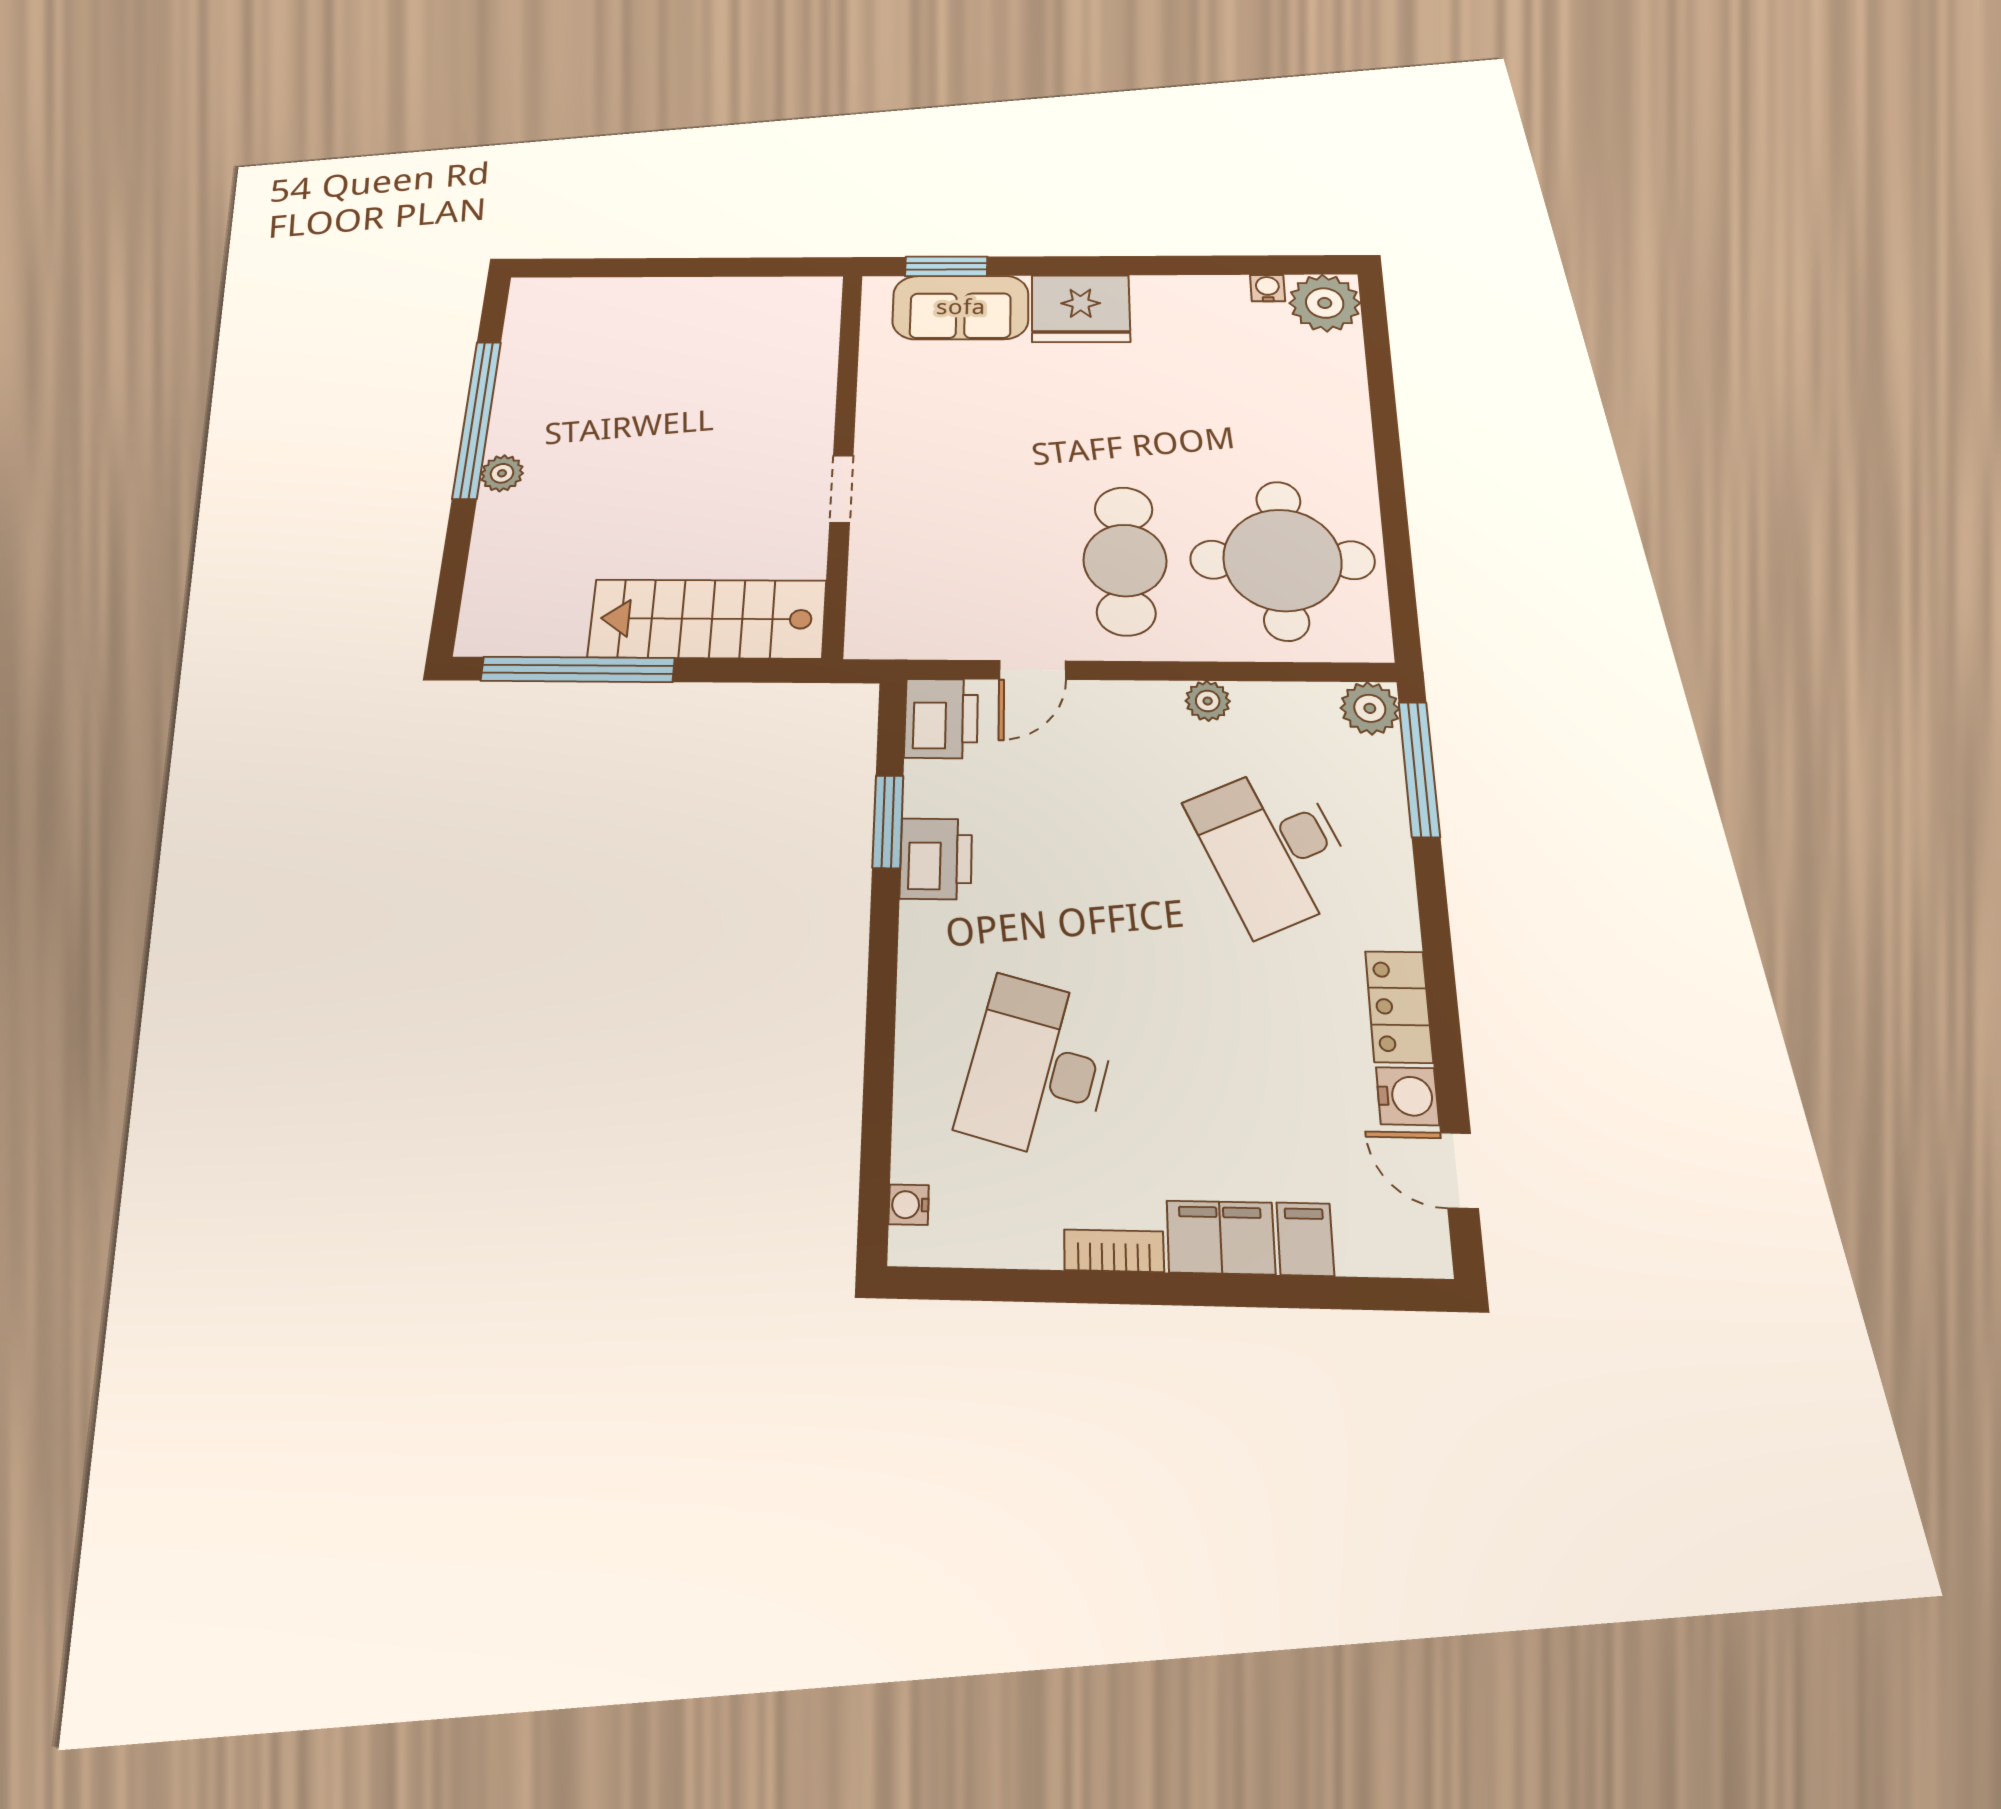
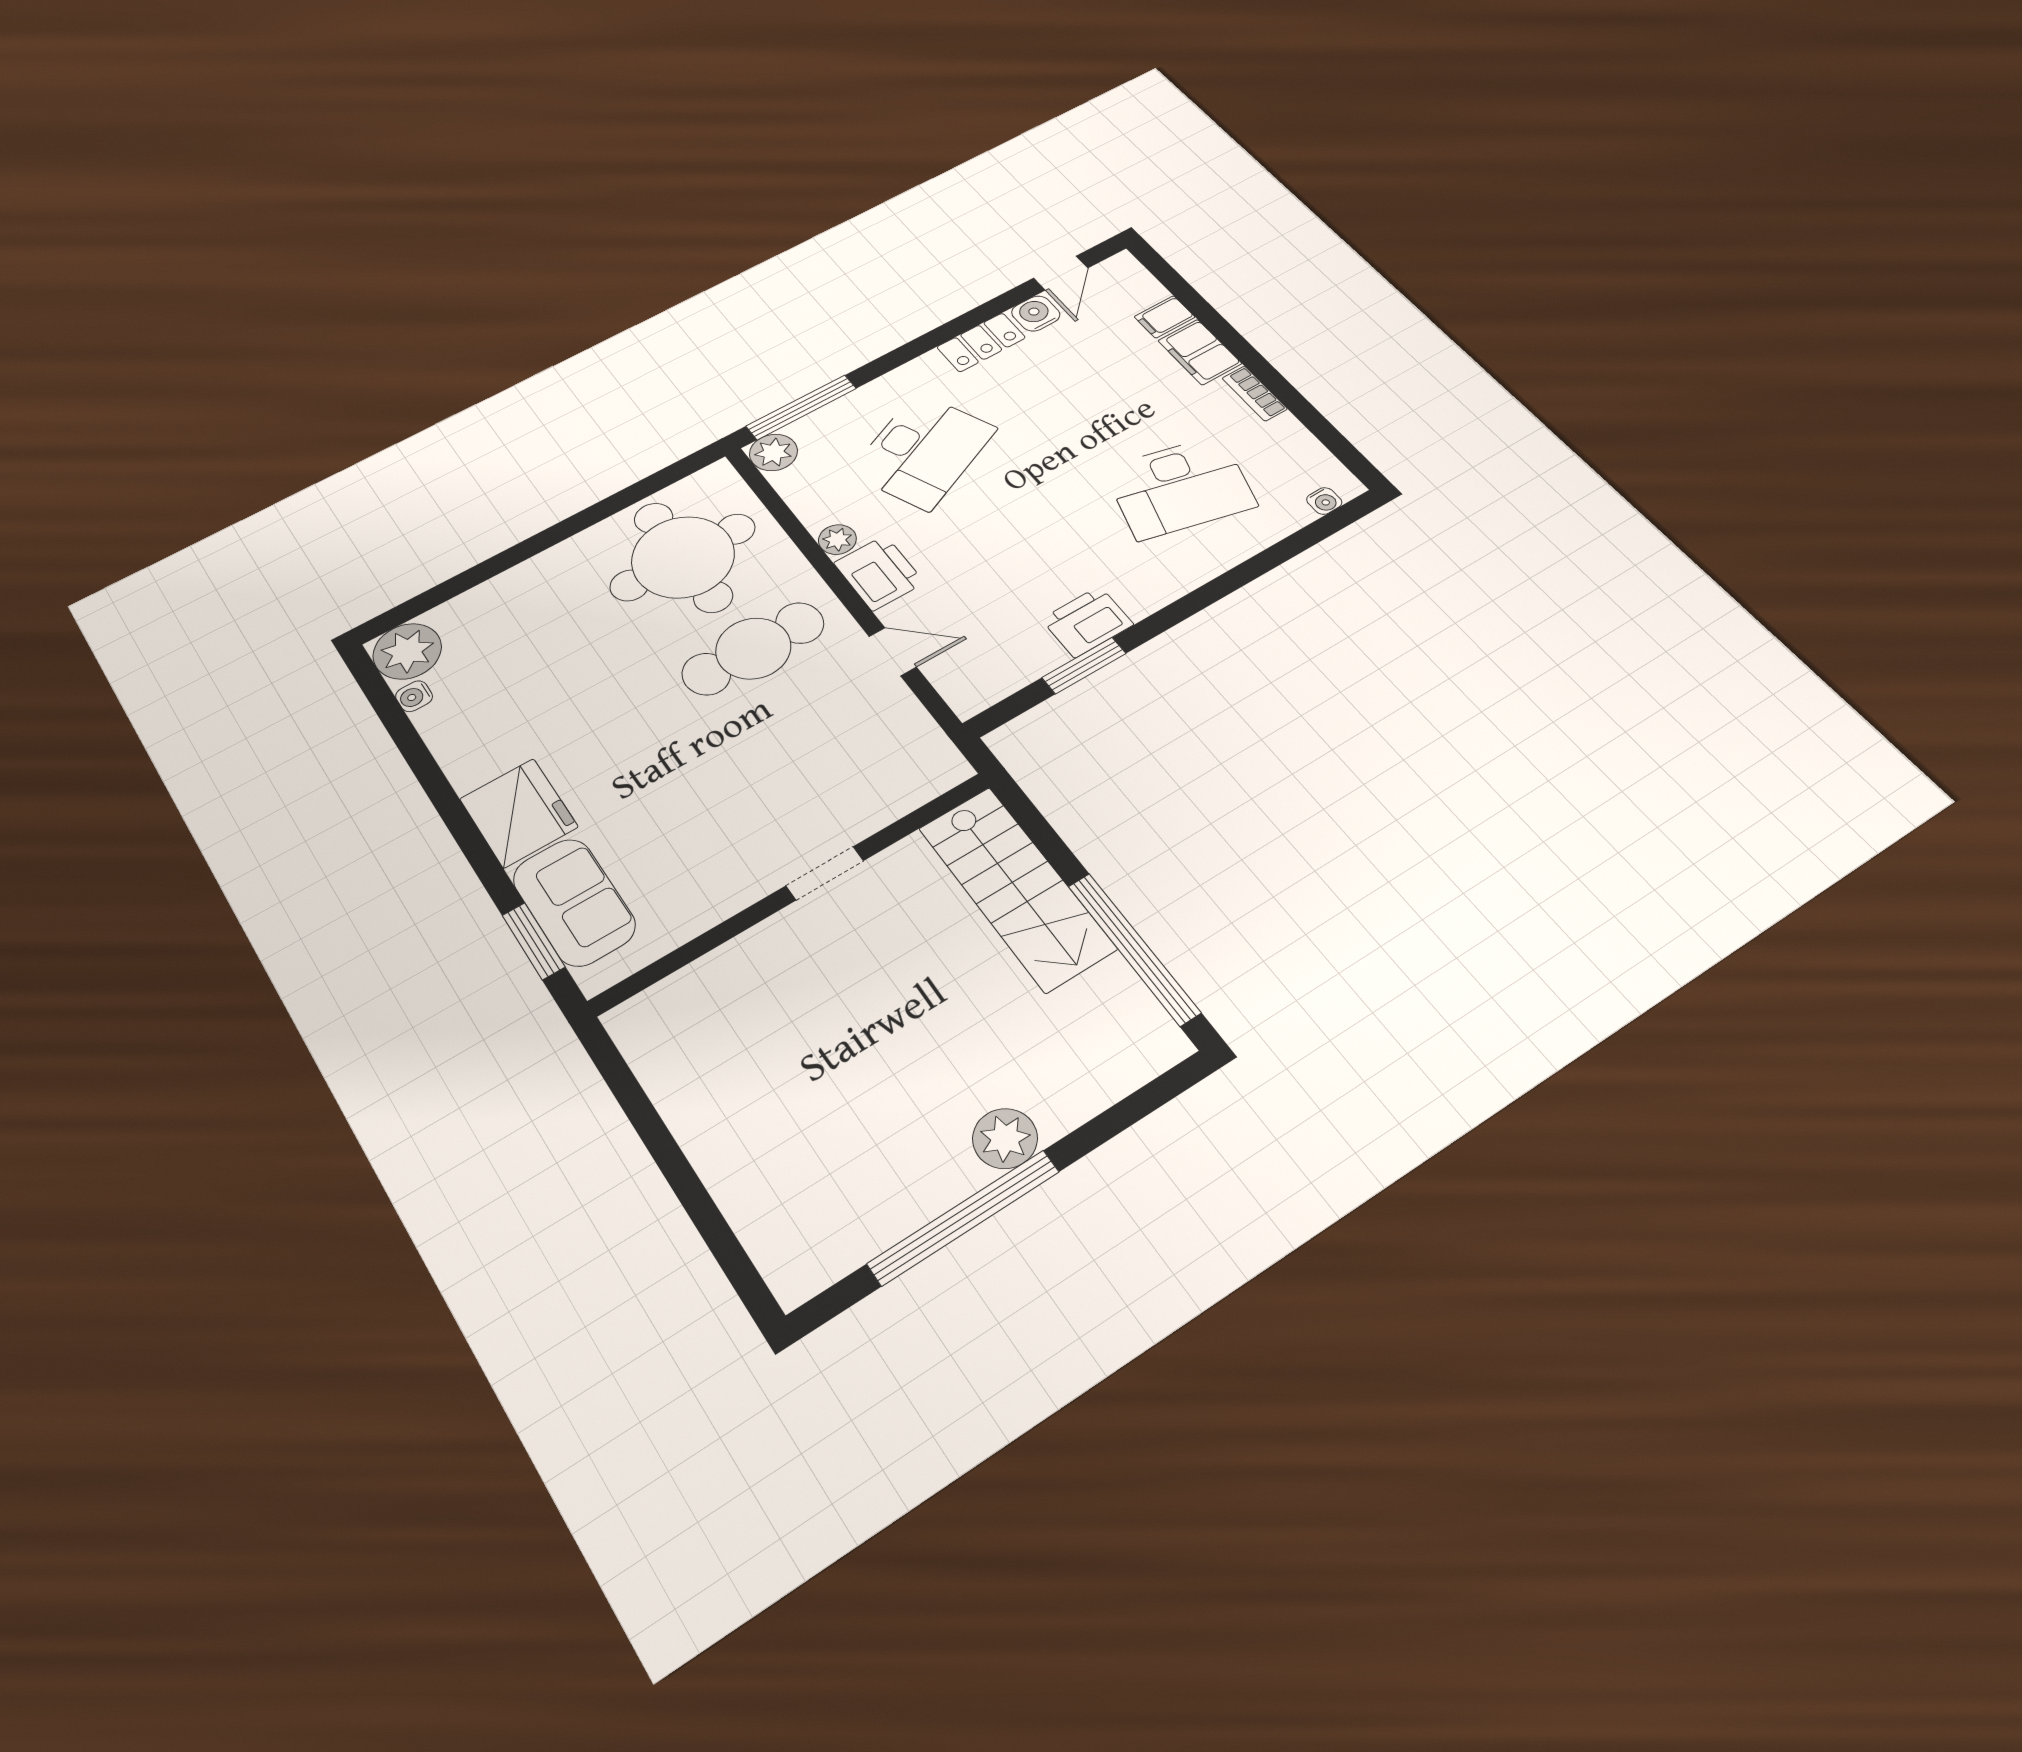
plant: (502, 473) -> (1005, 1138), width x1.38, depth x1.38
printer: (941, 718) -> (879, 573), moved, turned 90

